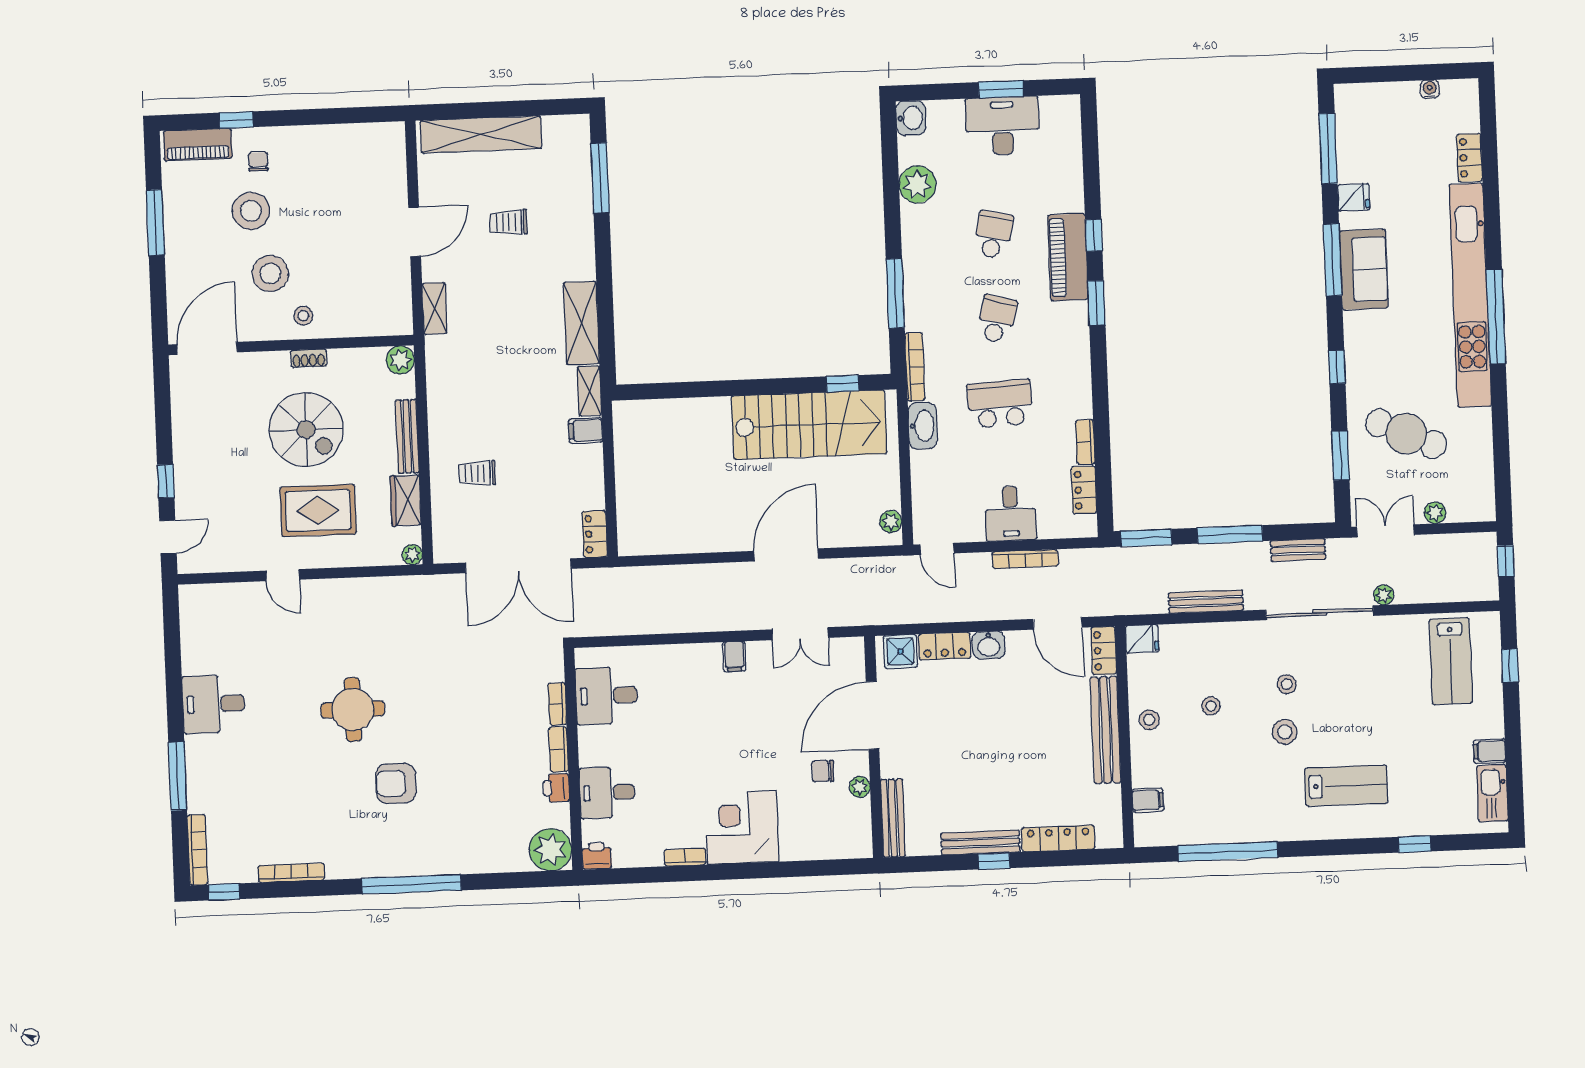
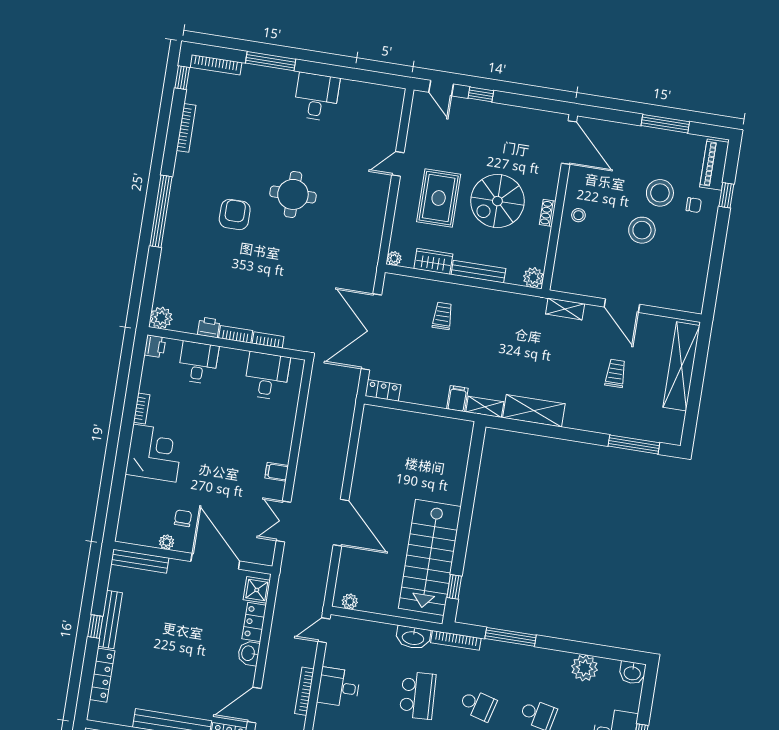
stool: (270, 273) -> (642, 230), moved
plant: (550, 850) -> (161, 318), width x0.73, depth x0.73

